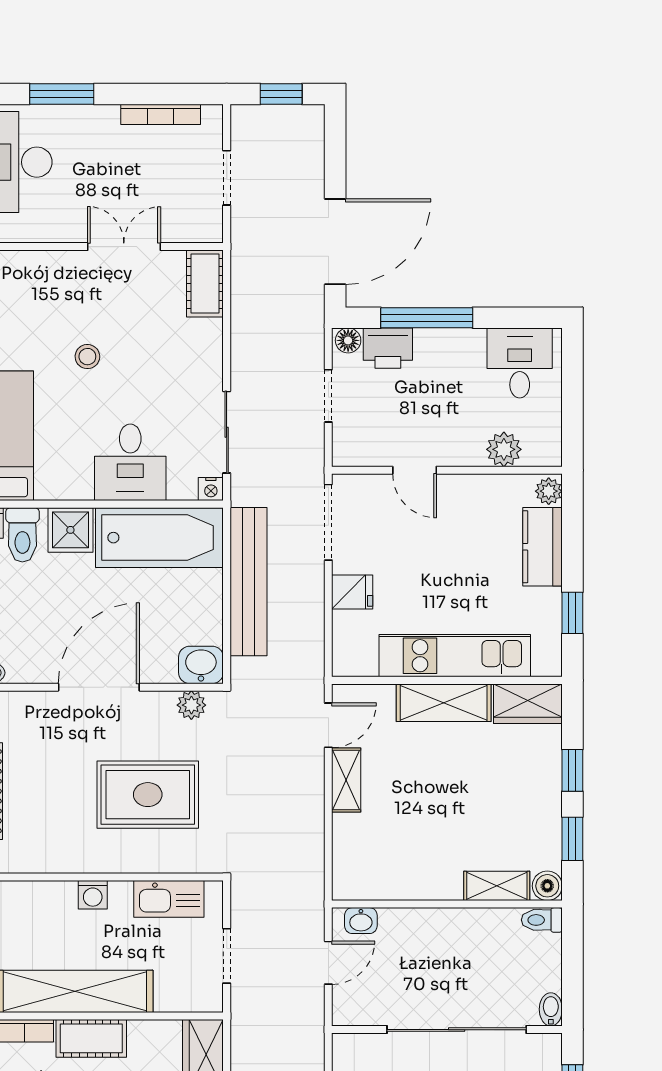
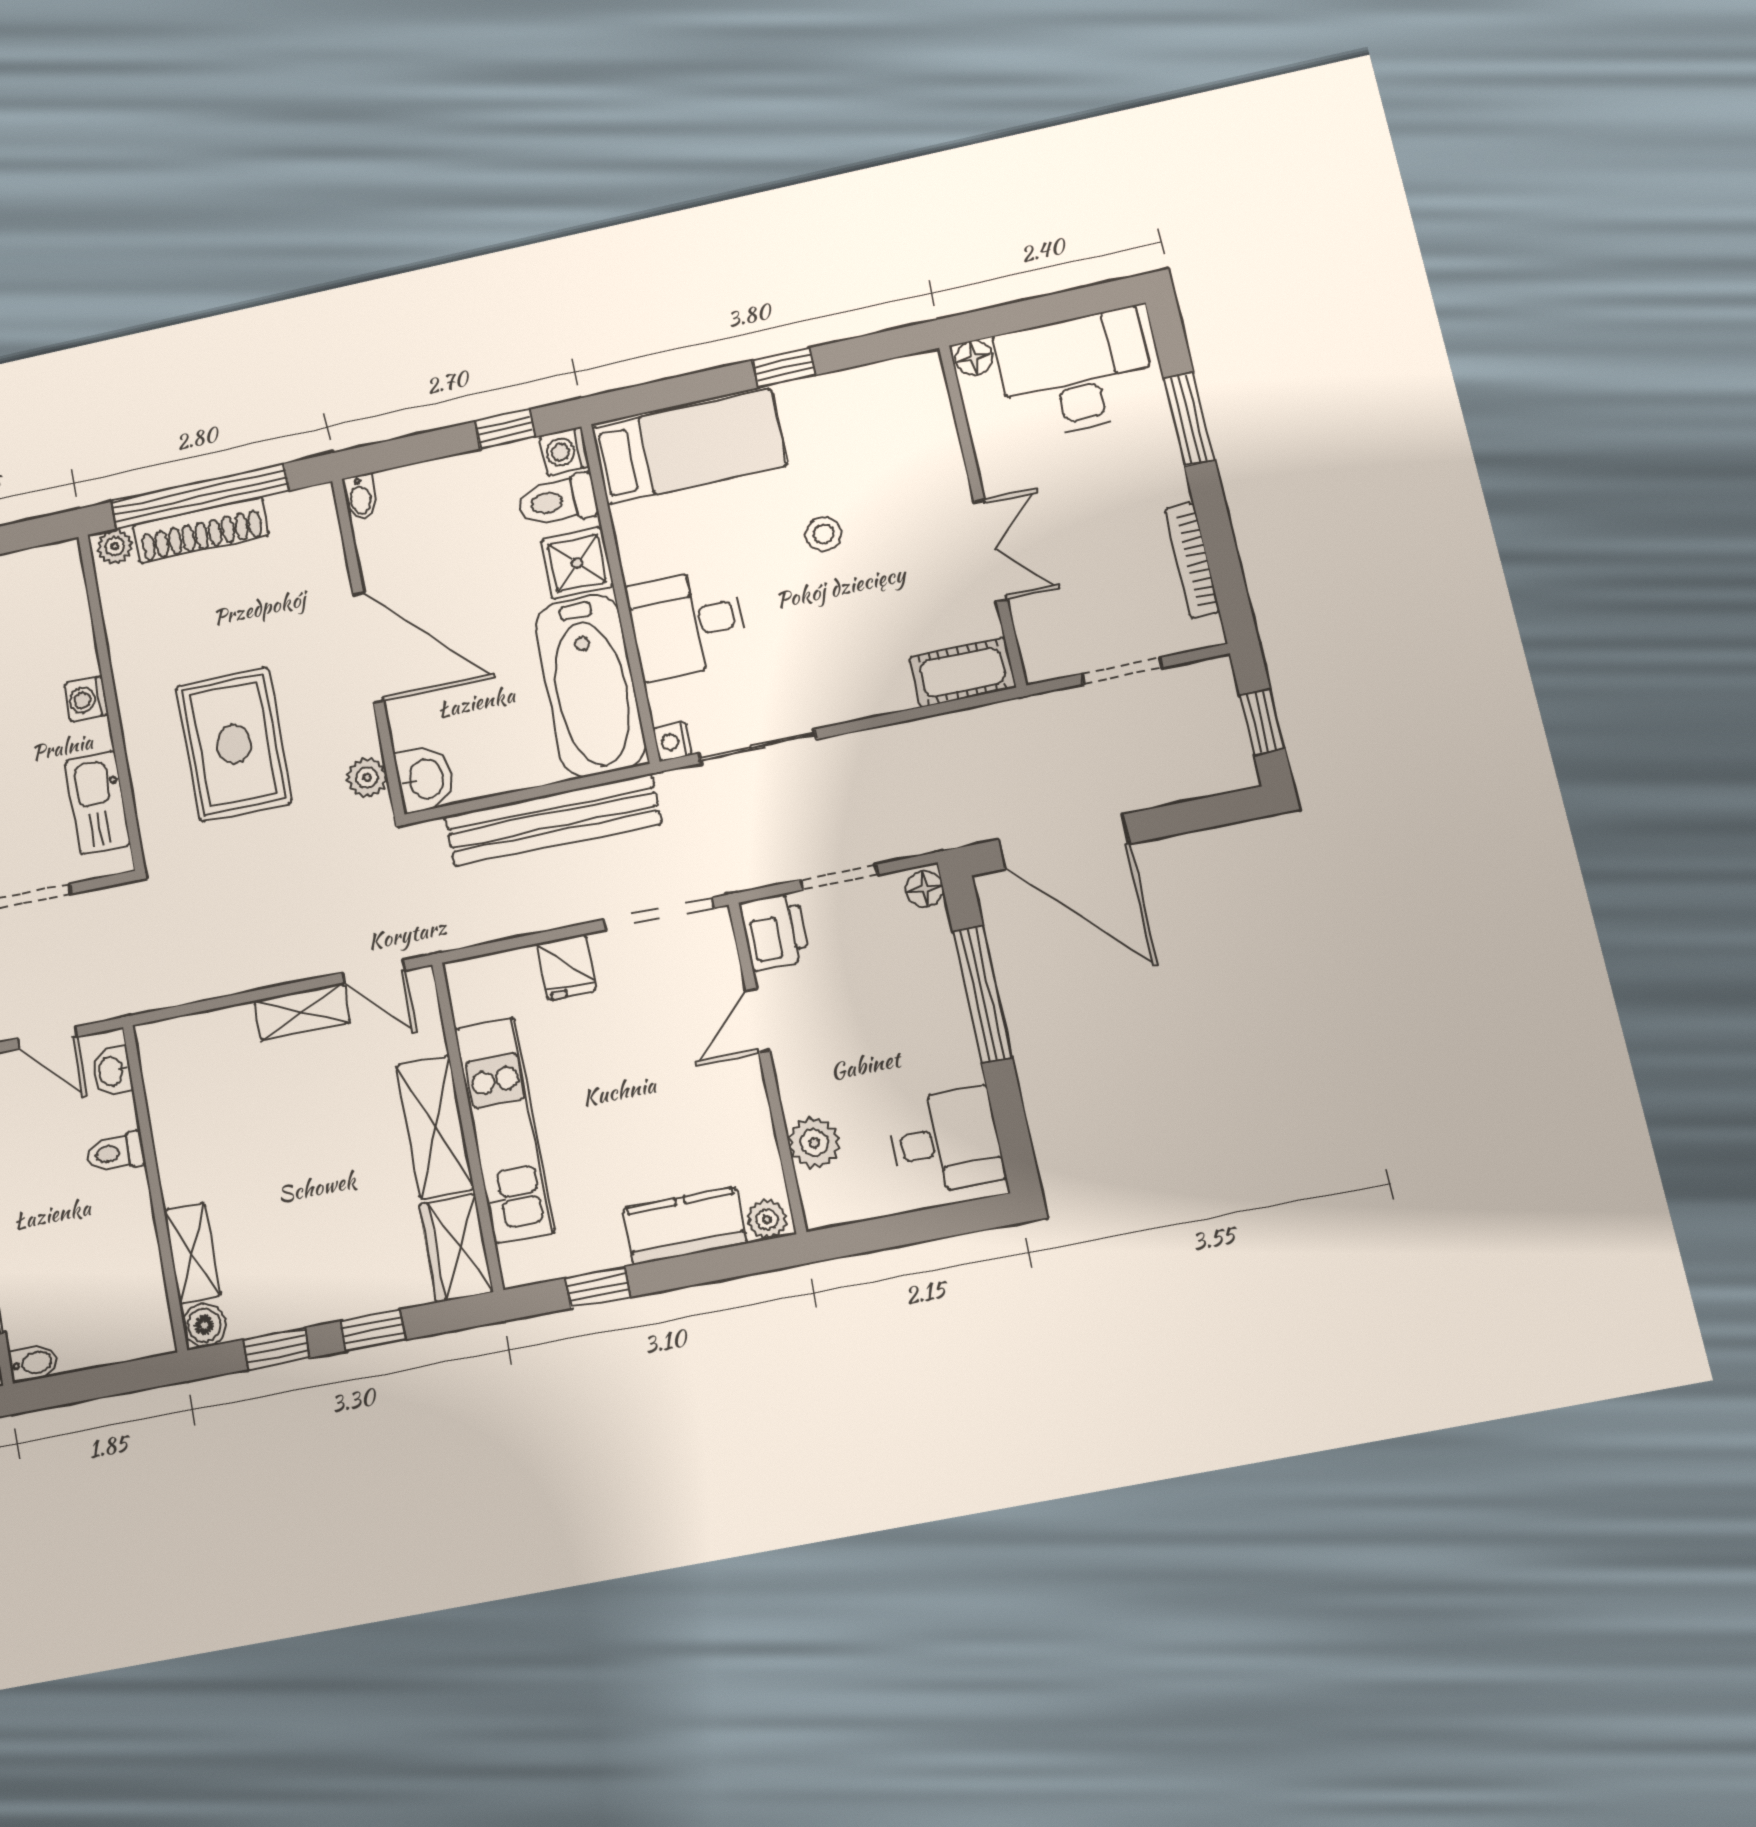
printer: (388, 348) -> (775, 931), moved, turned 180
toilet: (542, 920) -> (115, 1153), moved, turned -90

